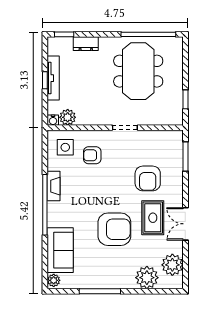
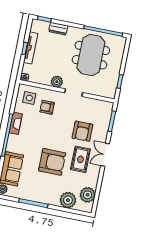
plant: (68, 117) -> (57, 82), moved
double door: (185, 224) -> (105, 155), moved

